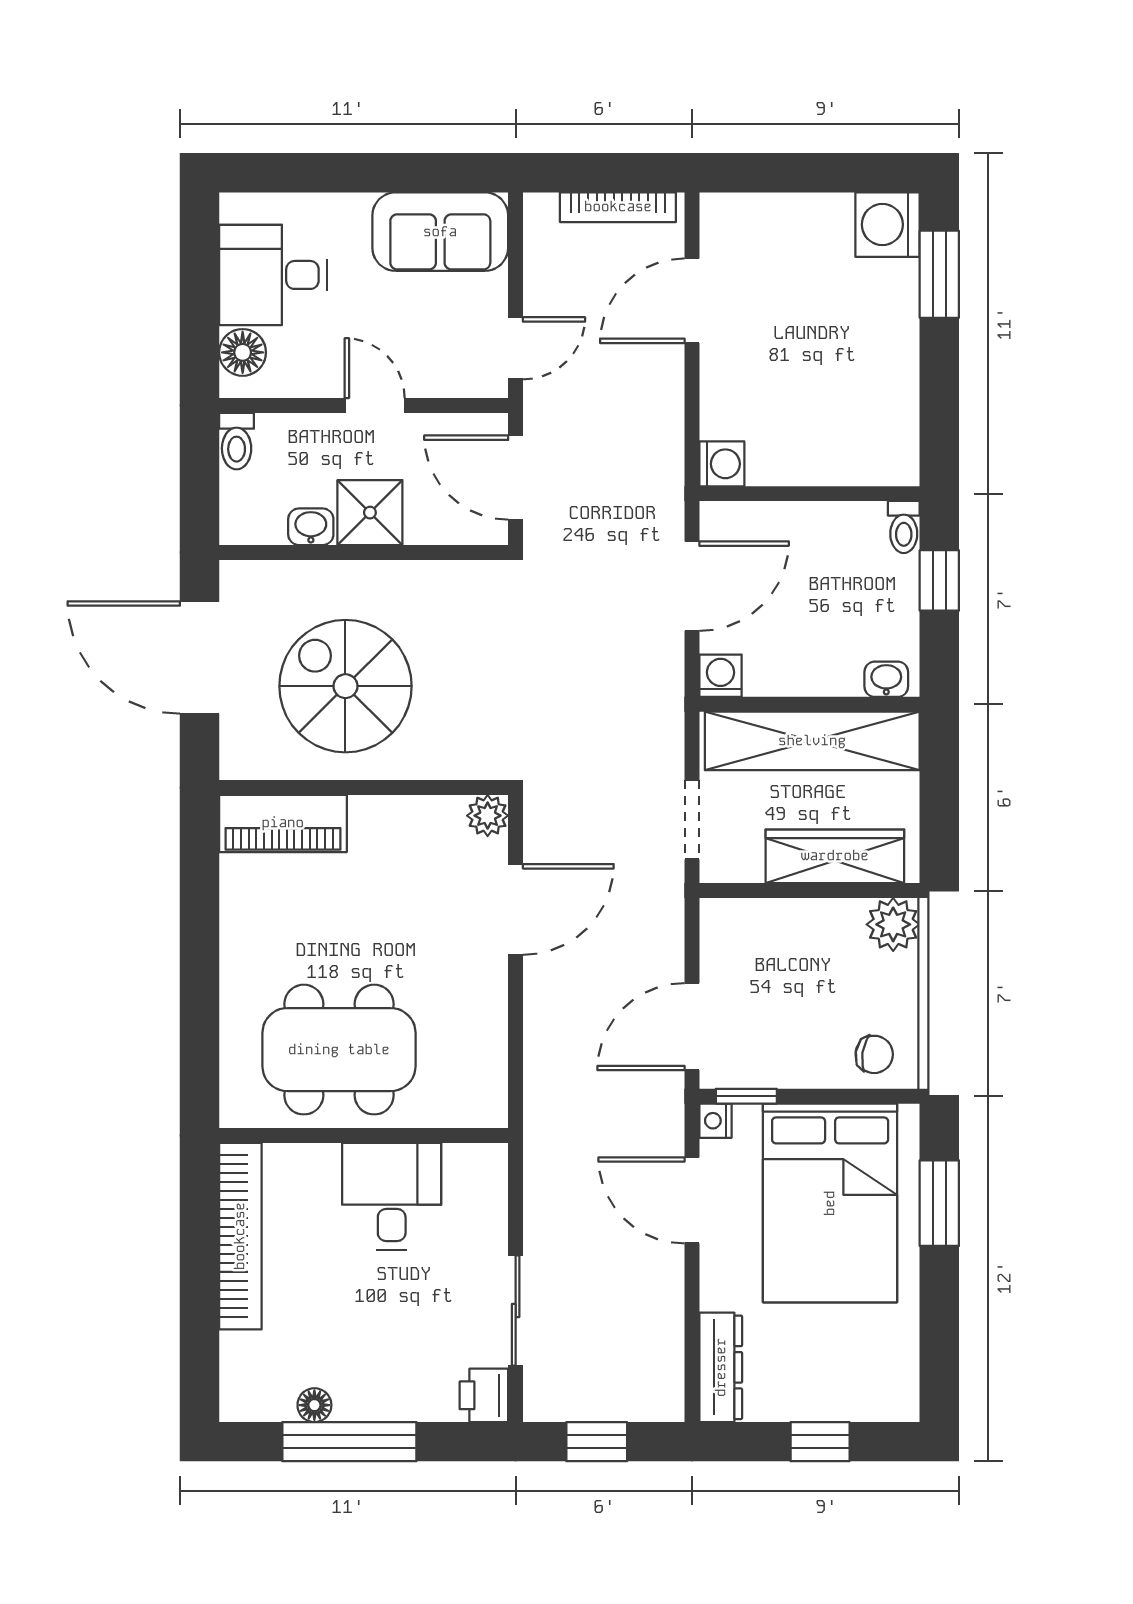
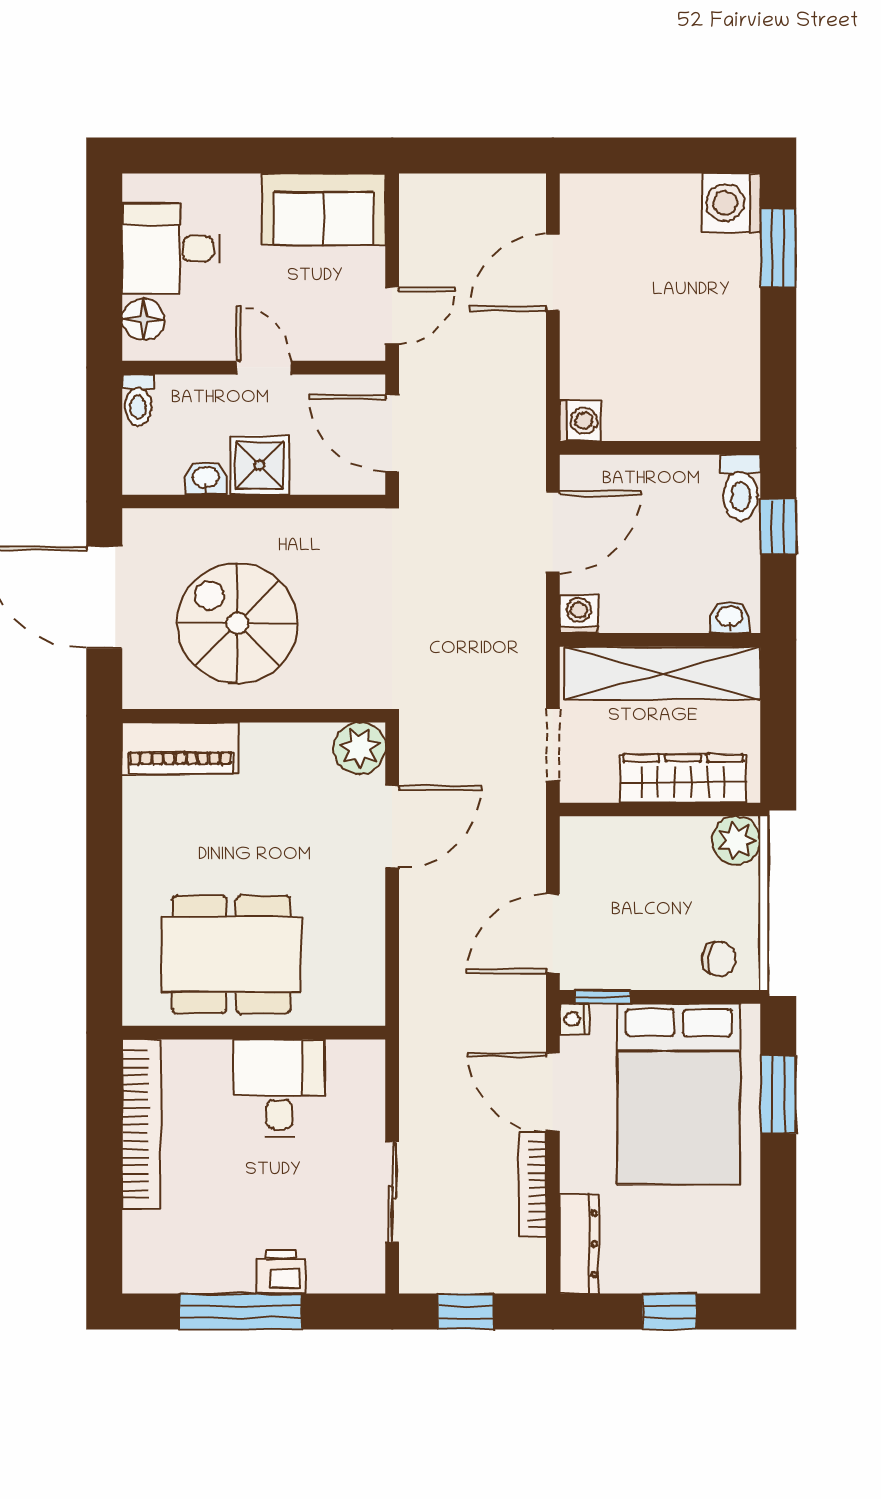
bookcase: (618, 207) -> (533, 1185), moved, turned 90
toilet: (904, 527) -> (740, 487), width x1.37, depth x1.39
plant: (488, 816) -> (360, 748), width x1.38, depth x1.38
printer: (484, 1395) -> (281, 1272), moved, turned 90
floor lamp: (314, 1405) -> (209, 1278), removed

